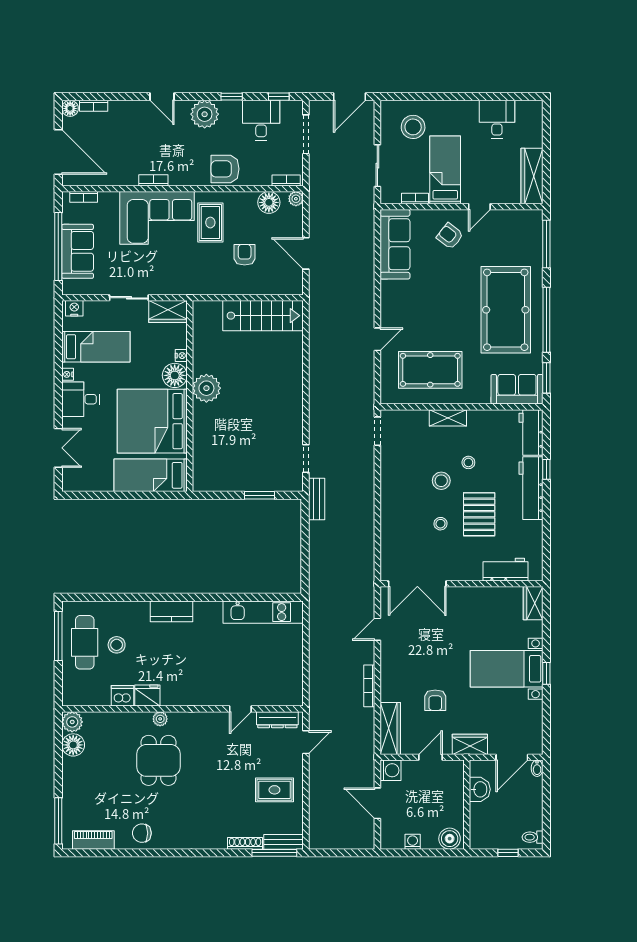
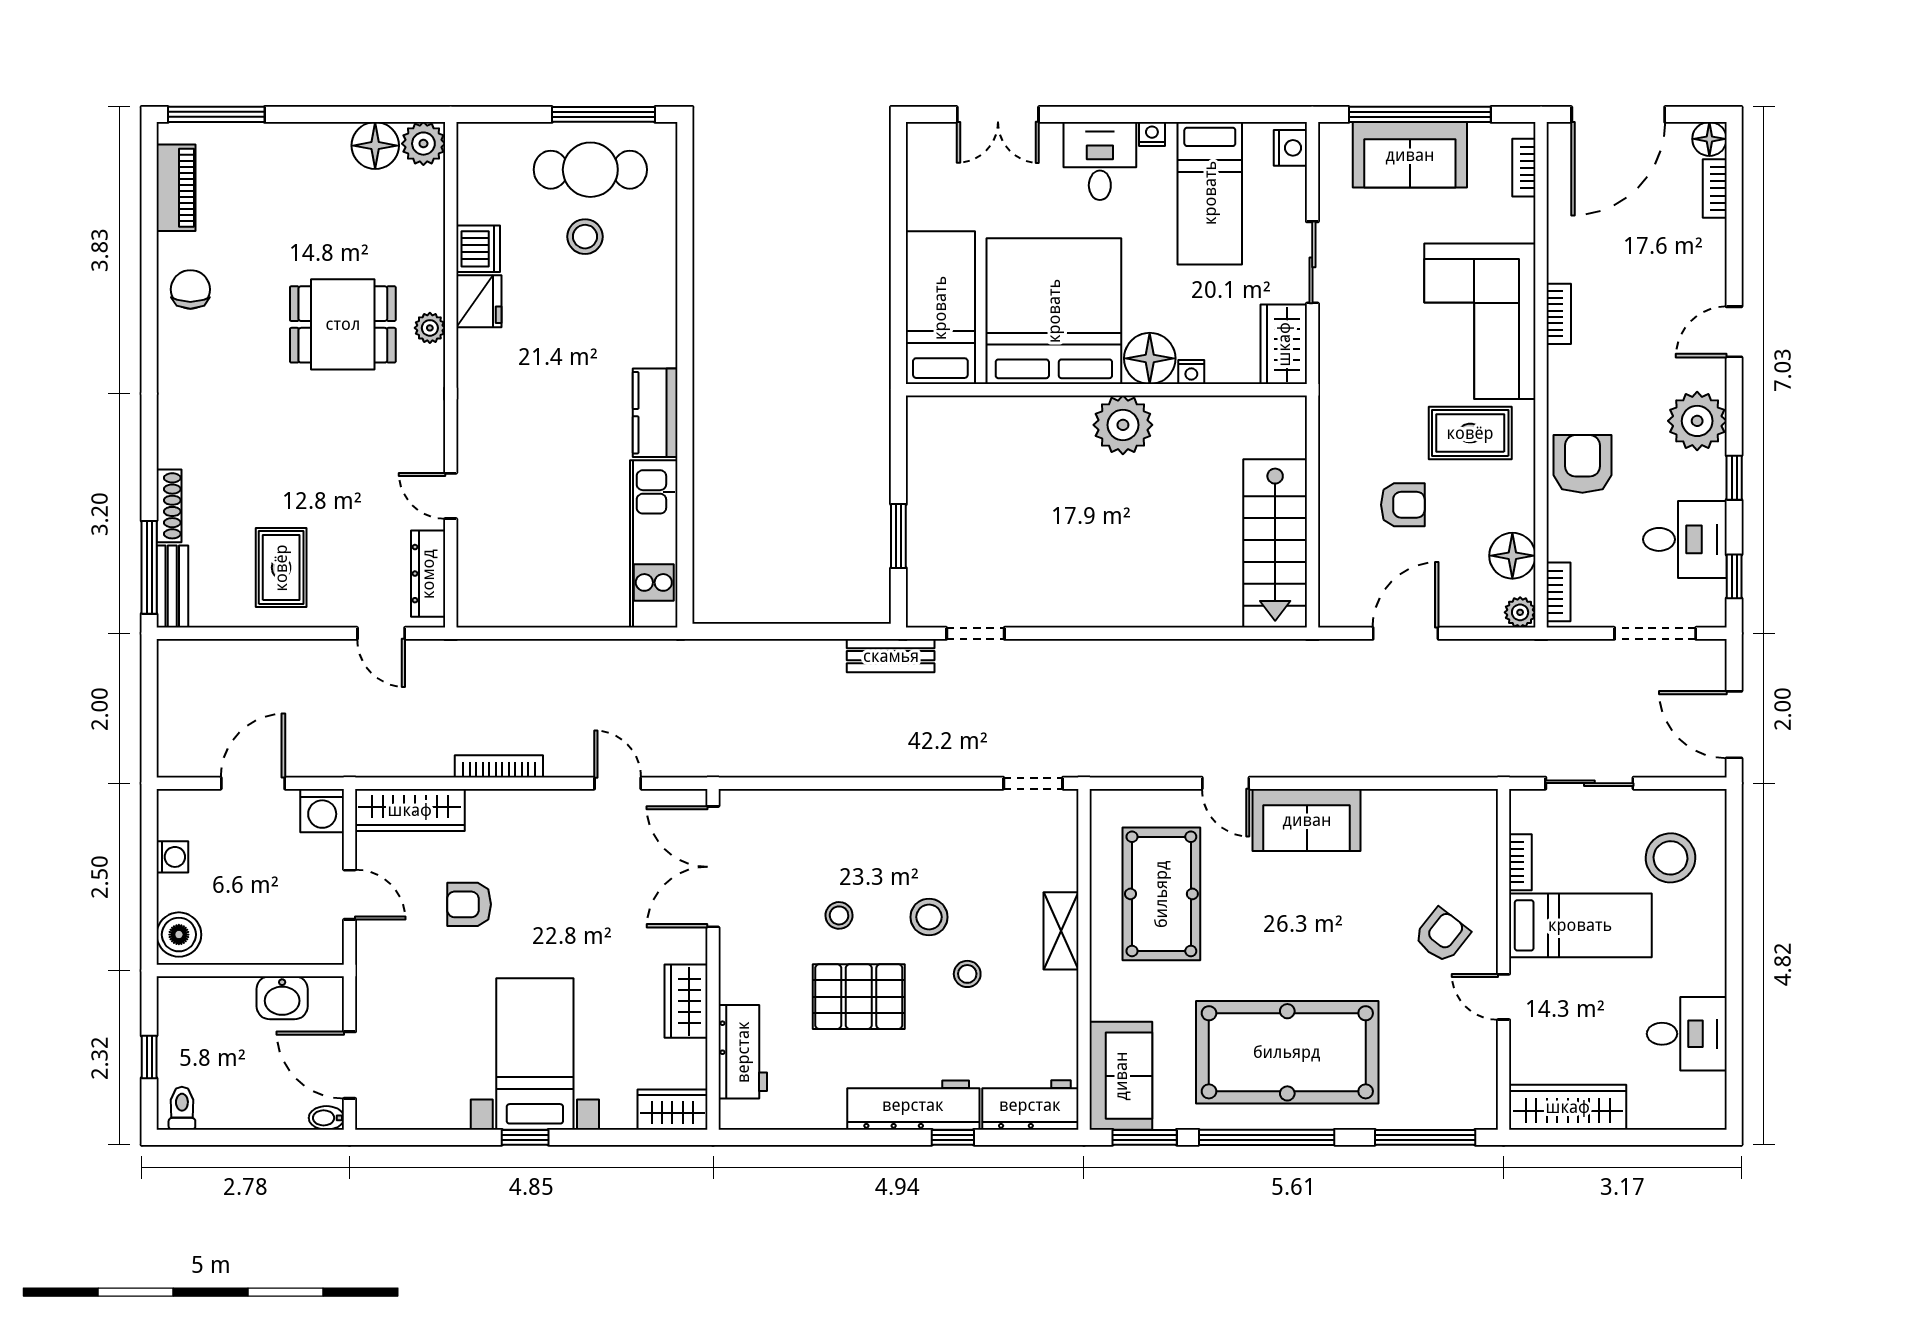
sofa: (395, 244) -> (1307, 820), moved, width x0.73
kitchen counter: (172, 611) -> (655, 413), moved
wardrobe: (470, 744) -> (686, 1001), moved, turned 180

